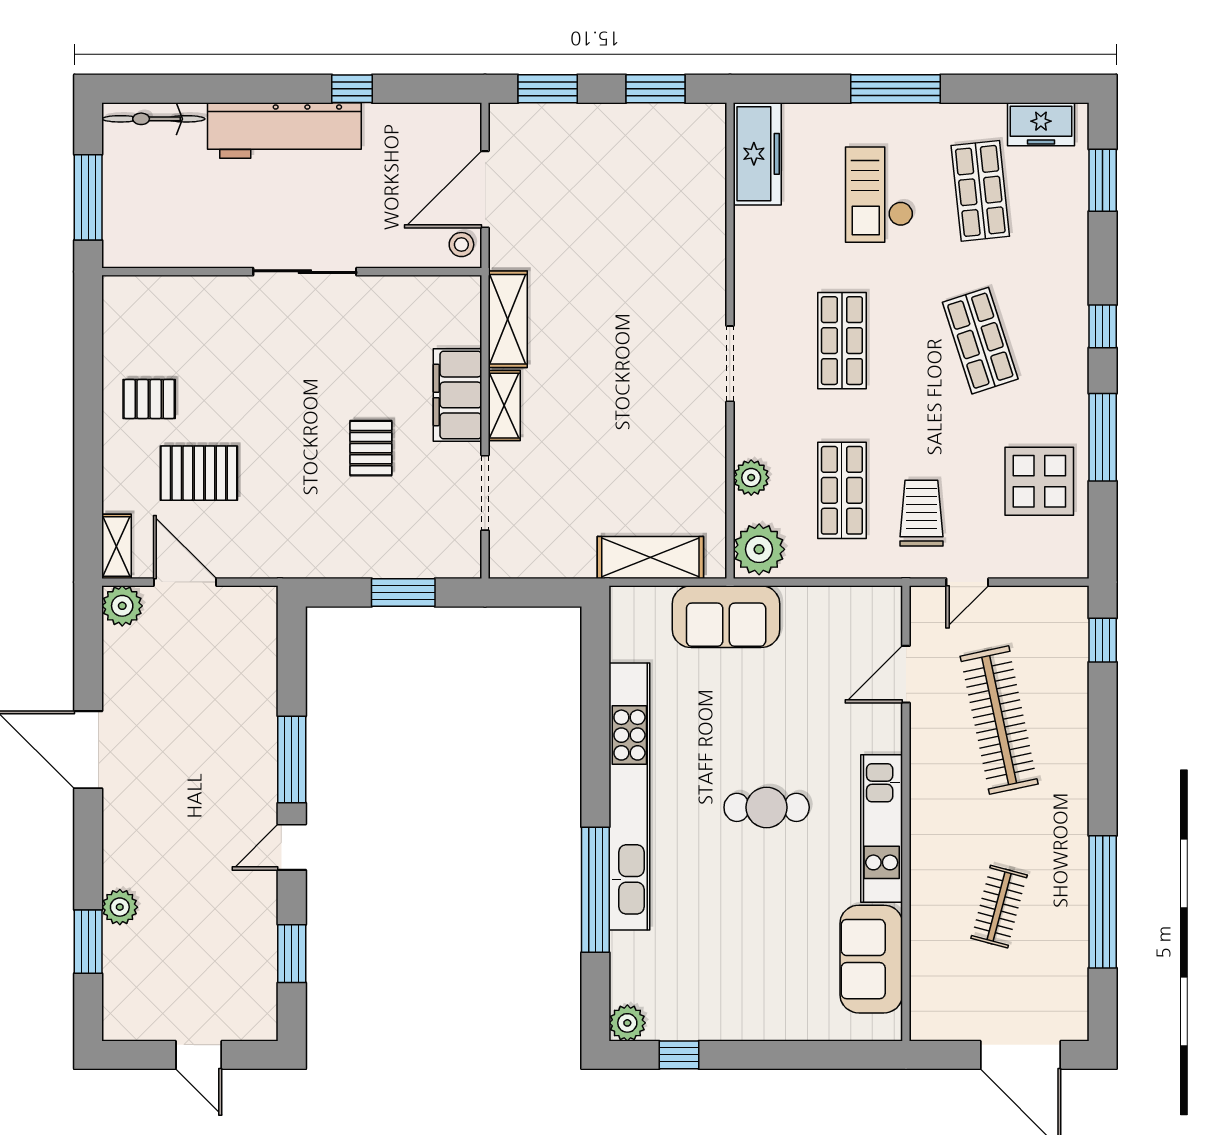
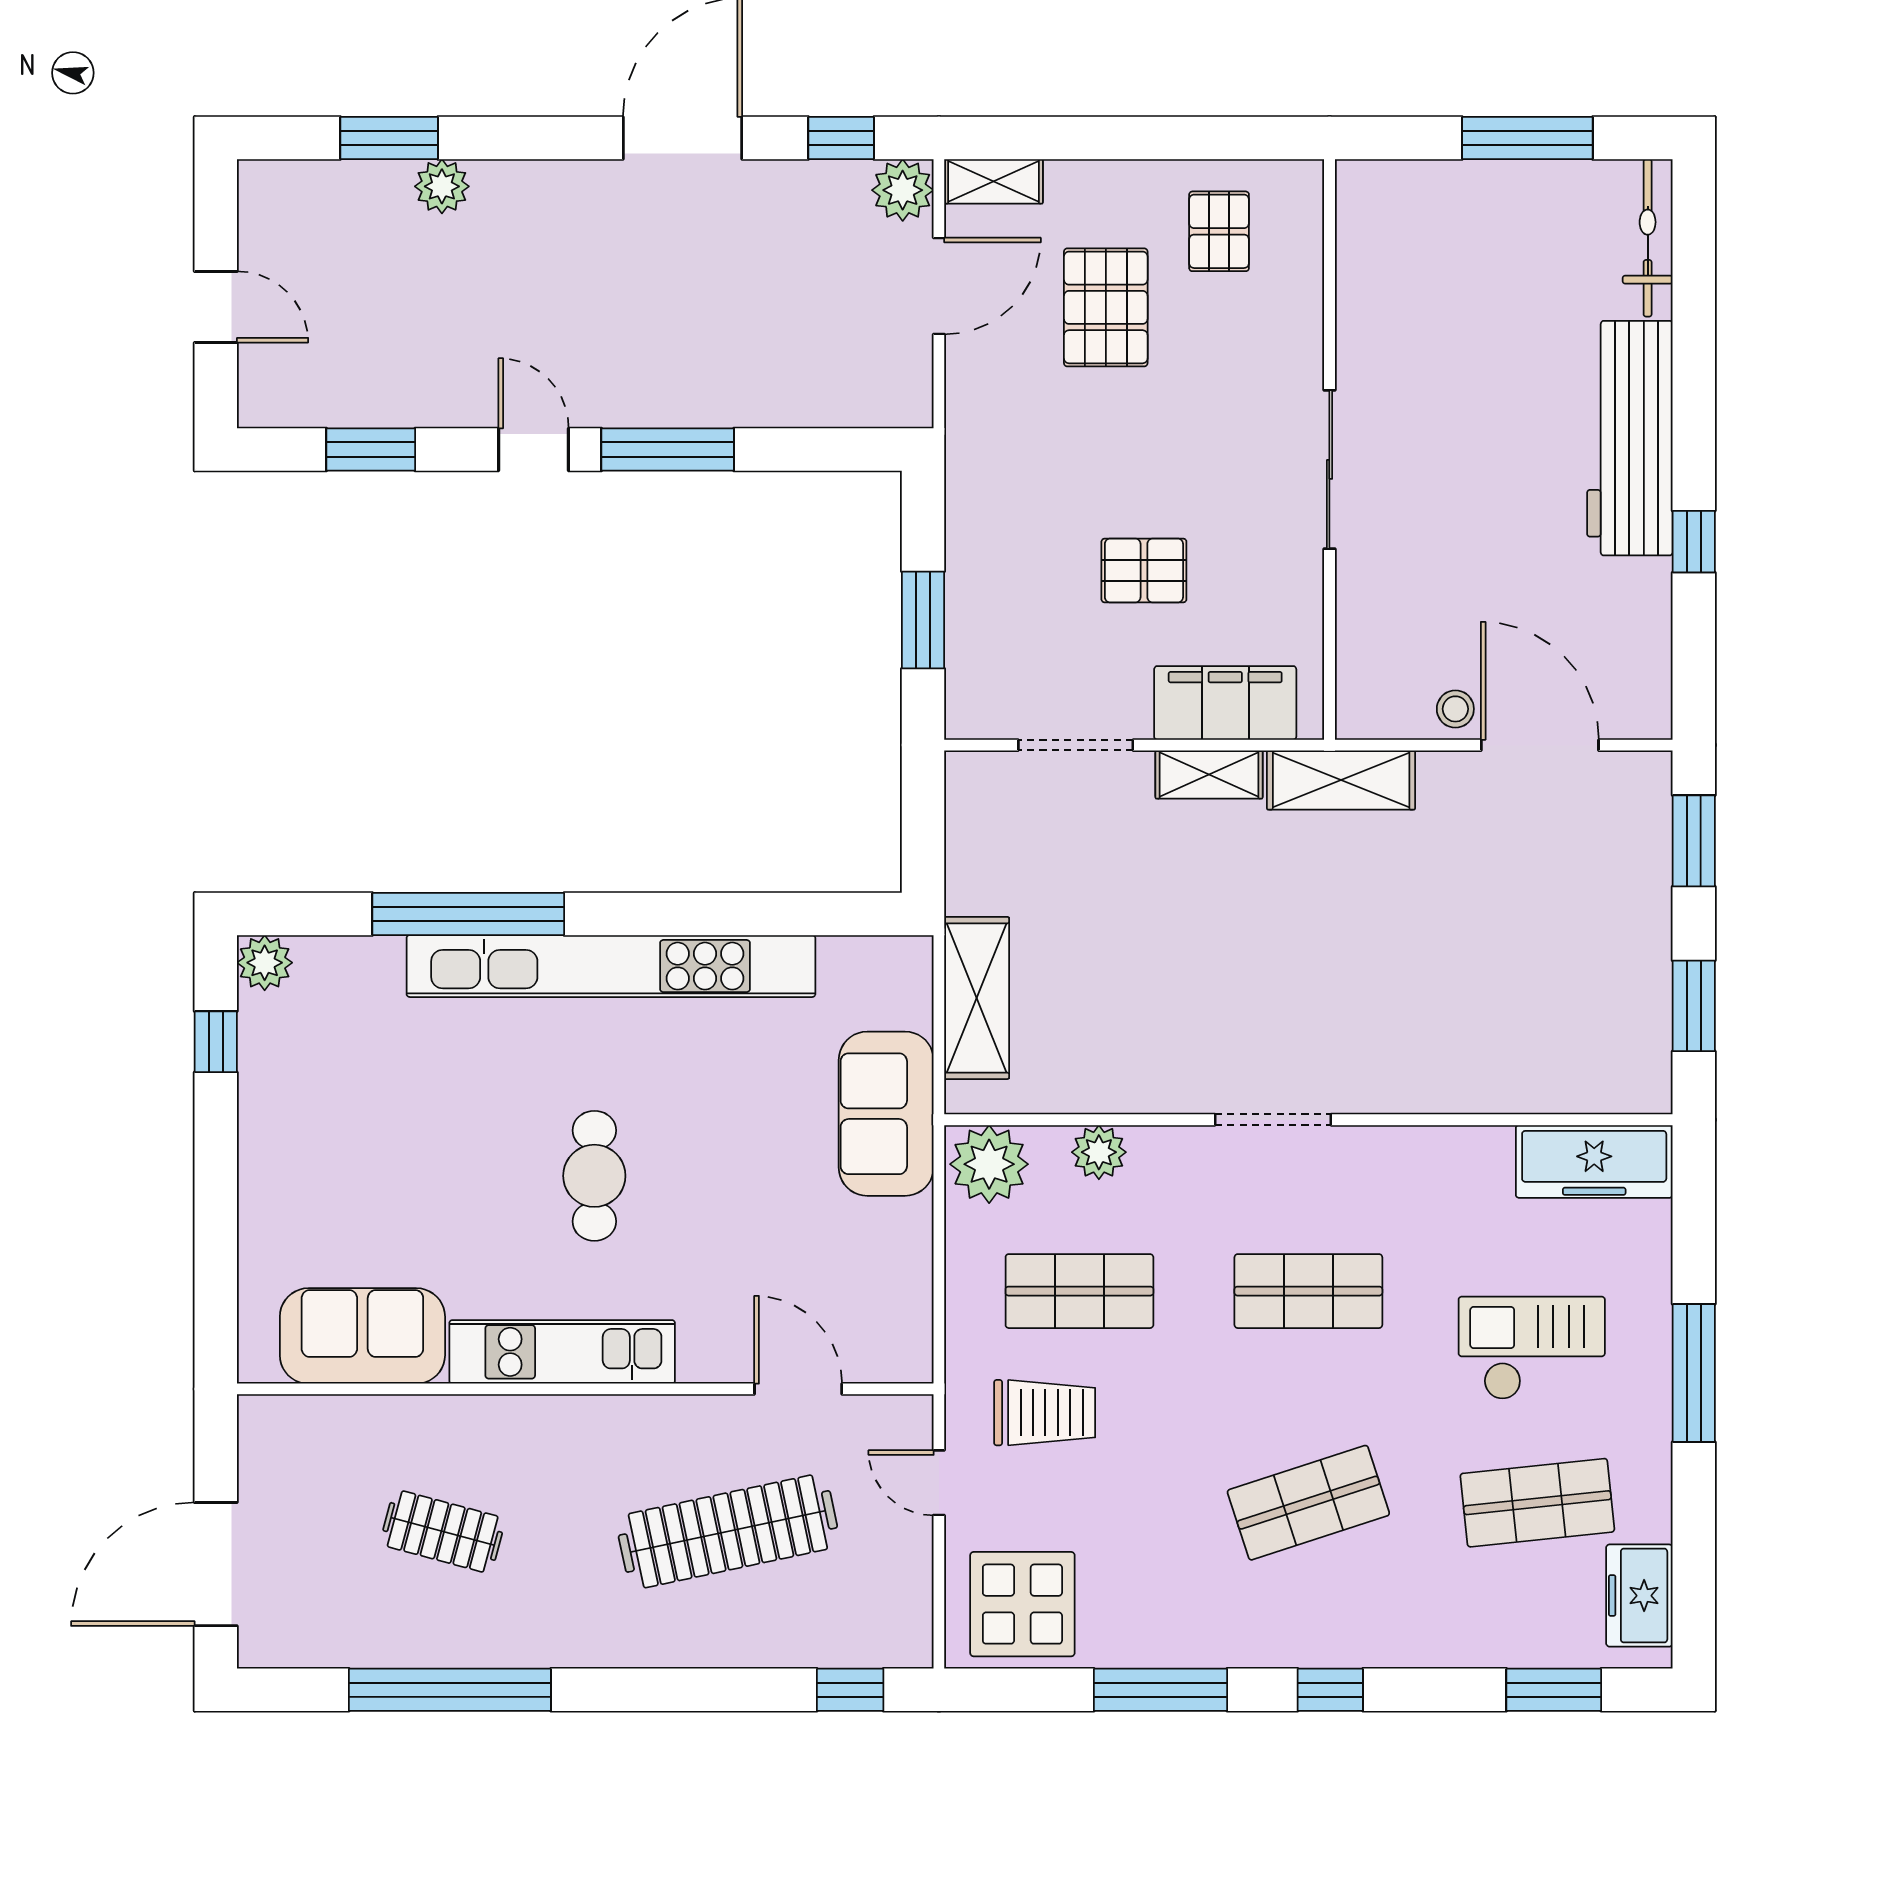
wall: (292, 272) -> (1329, 449), moved
sliding door: (305, 272) -> (1329, 469), moved
display table: (1039, 481) -> (1022, 1604), moved
window: (88, 646) -> (841, 138), added
door: (199, 1055) -> (216, 307), swing flipped

